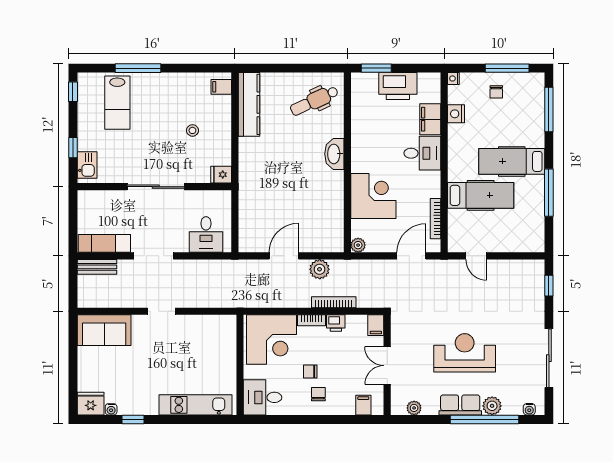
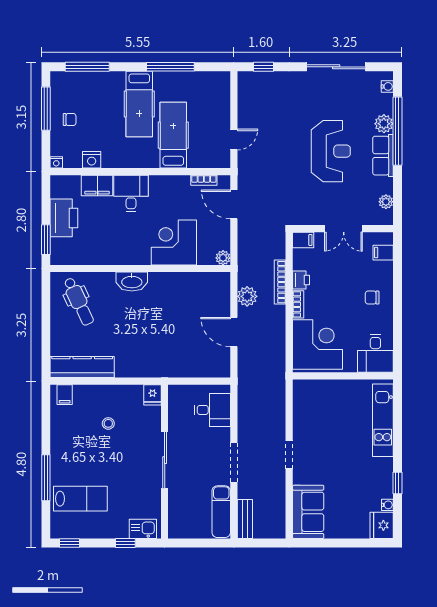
bookcase: (436, 219) -> (204, 180), width x0.64
reception desk: (465, 353) -> (331, 151), turned 180
chair: (310, 372) -> (350, 306), removed

